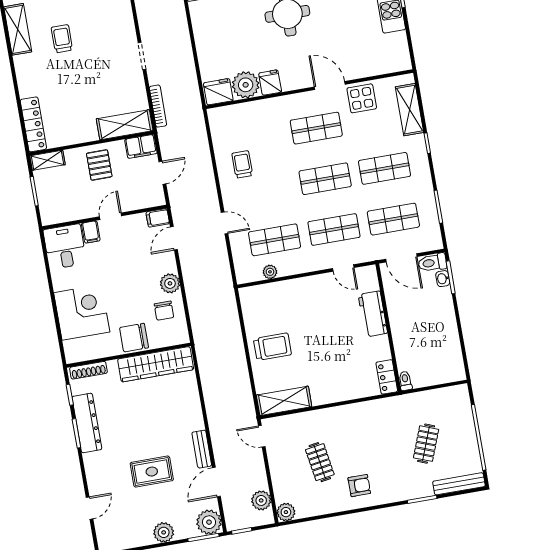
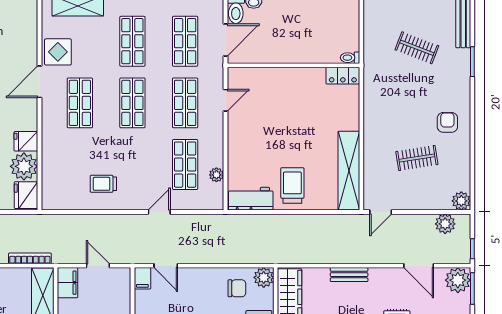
plant: (170, 283) -> (264, 277), moved
workbench: (373, 314) -> (251, 199), moved, turned 180
shelving: (284, 401) -> (349, 171), width x1.47
bench: (202, 449) -> (349, 275), moved

